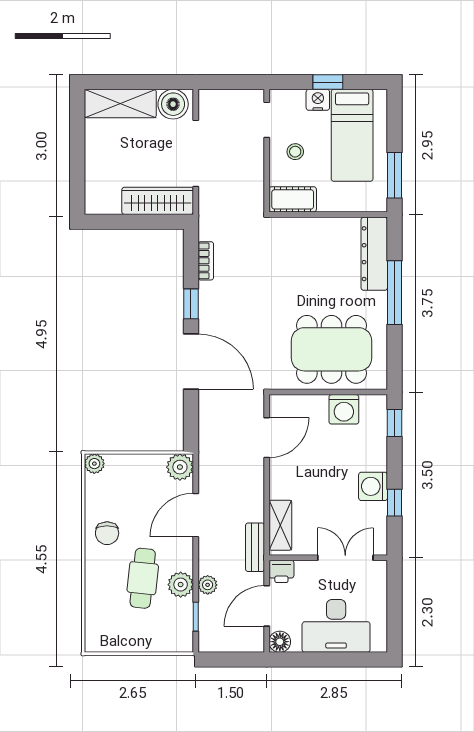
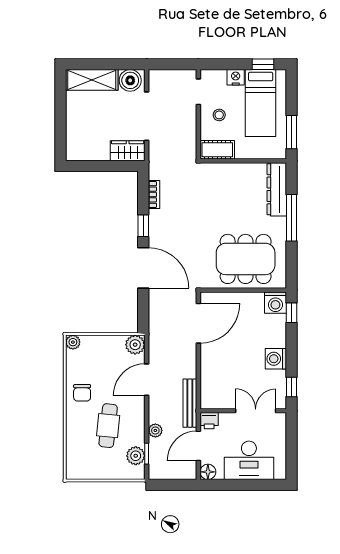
window: (328, 82) -> (263, 64), moved
wardrobe: (158, 201) -> (128, 151), width x0.67
washing machine: (344, 409) -> (275, 303), moved
door: (267, 438) -> (198, 323), width x1.36
window: (394, 503) -> (291, 387), moved
shelving: (280, 525) -> (208, 387), removed
bench: (255, 547) -> (190, 403), width x1.36
plant: (181, 585) -> (136, 456), moved

